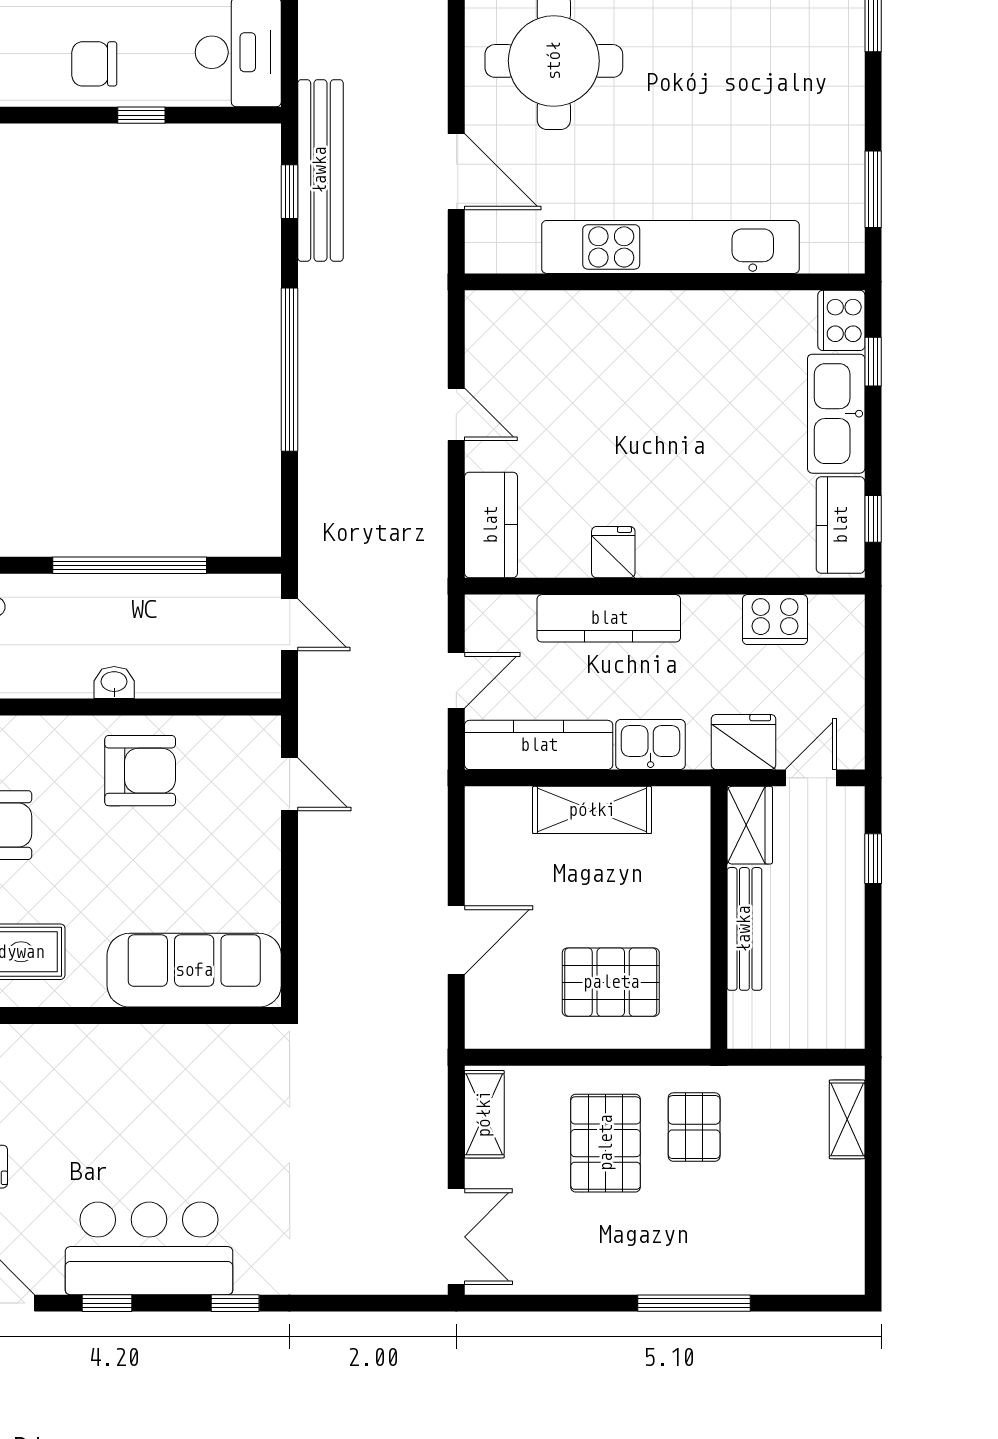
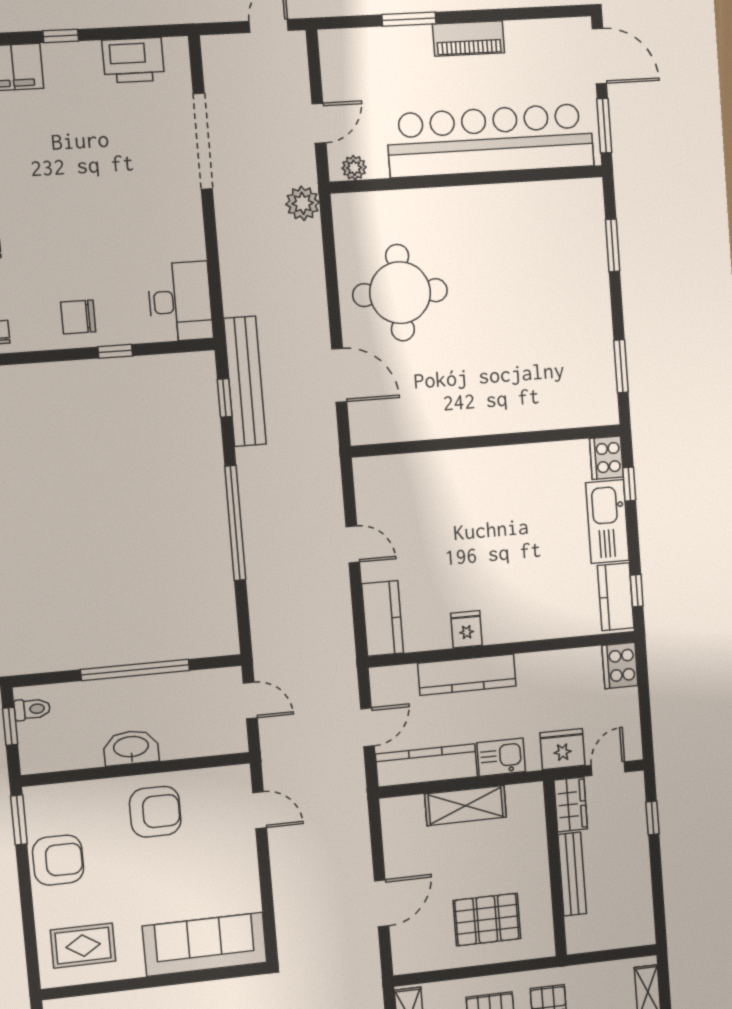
kitchen unit: (670, 247) -> (489, 416), removed
cooker: (775, 620) -> (620, 666), moved, turned 90
washbasin: (114, 683) -> (131, 748), width x1.91, depth x1.45

